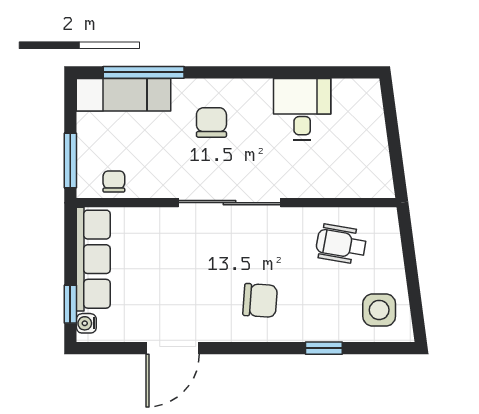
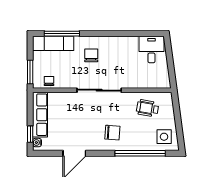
desk: (302, 109) -> (152, 50), moved
window: (324, 348) -> (140, 153), width x3.17

